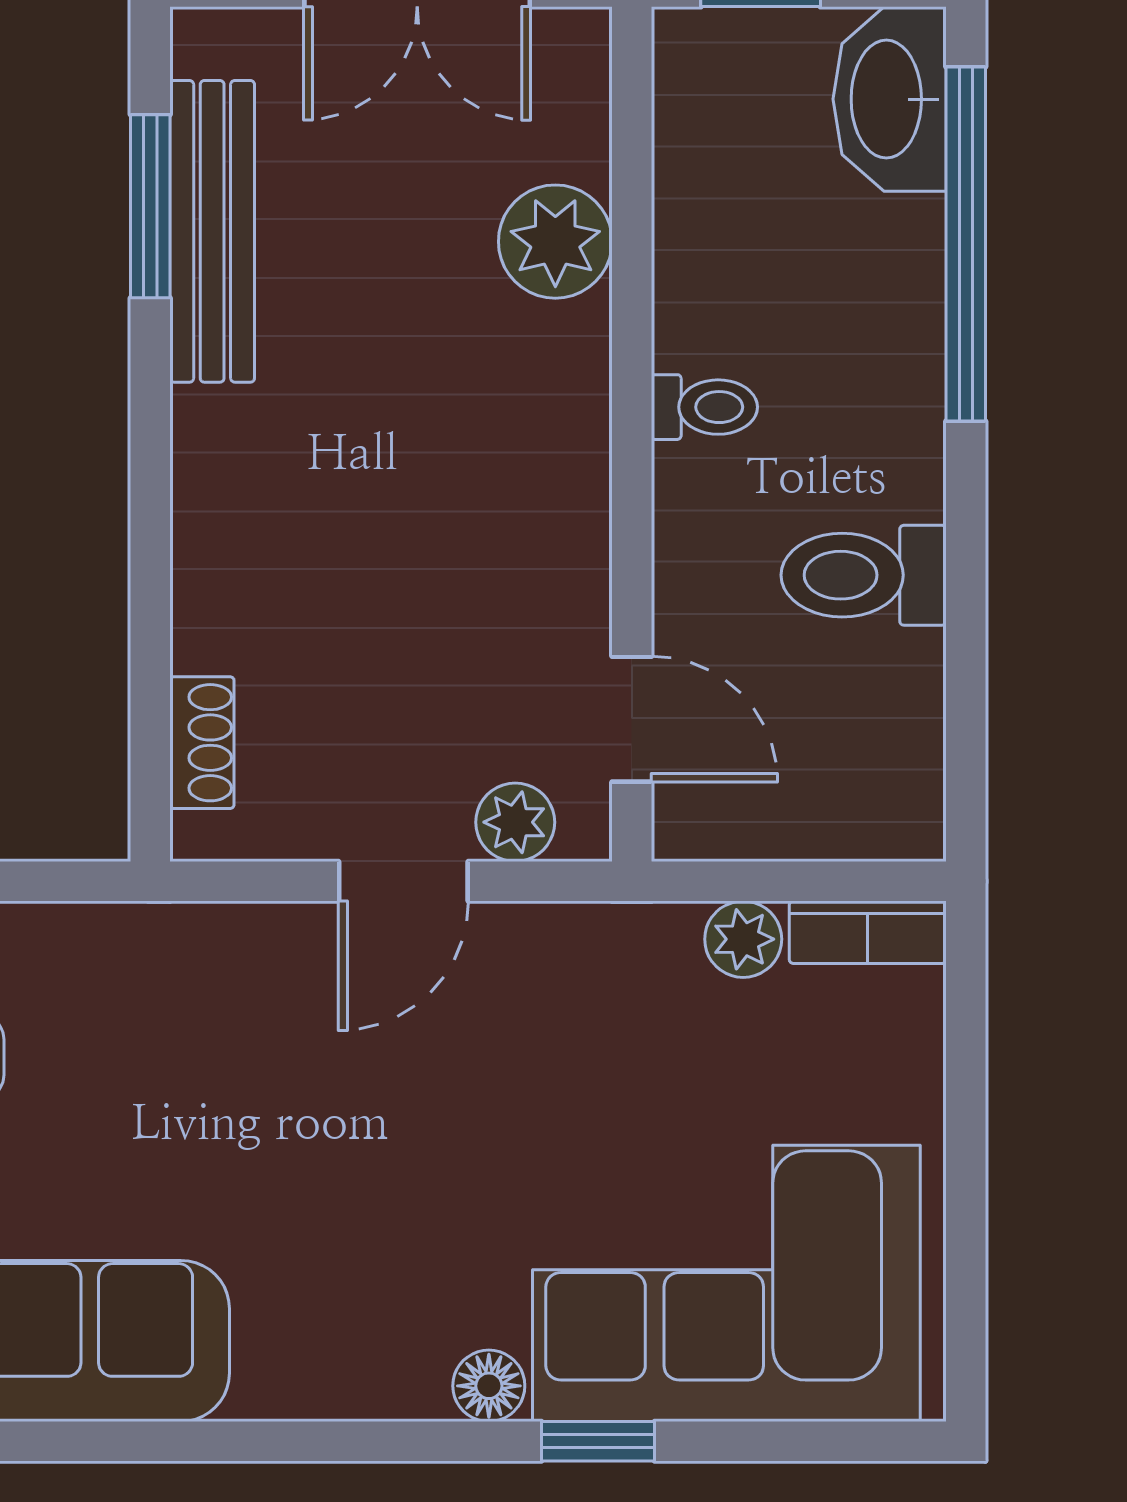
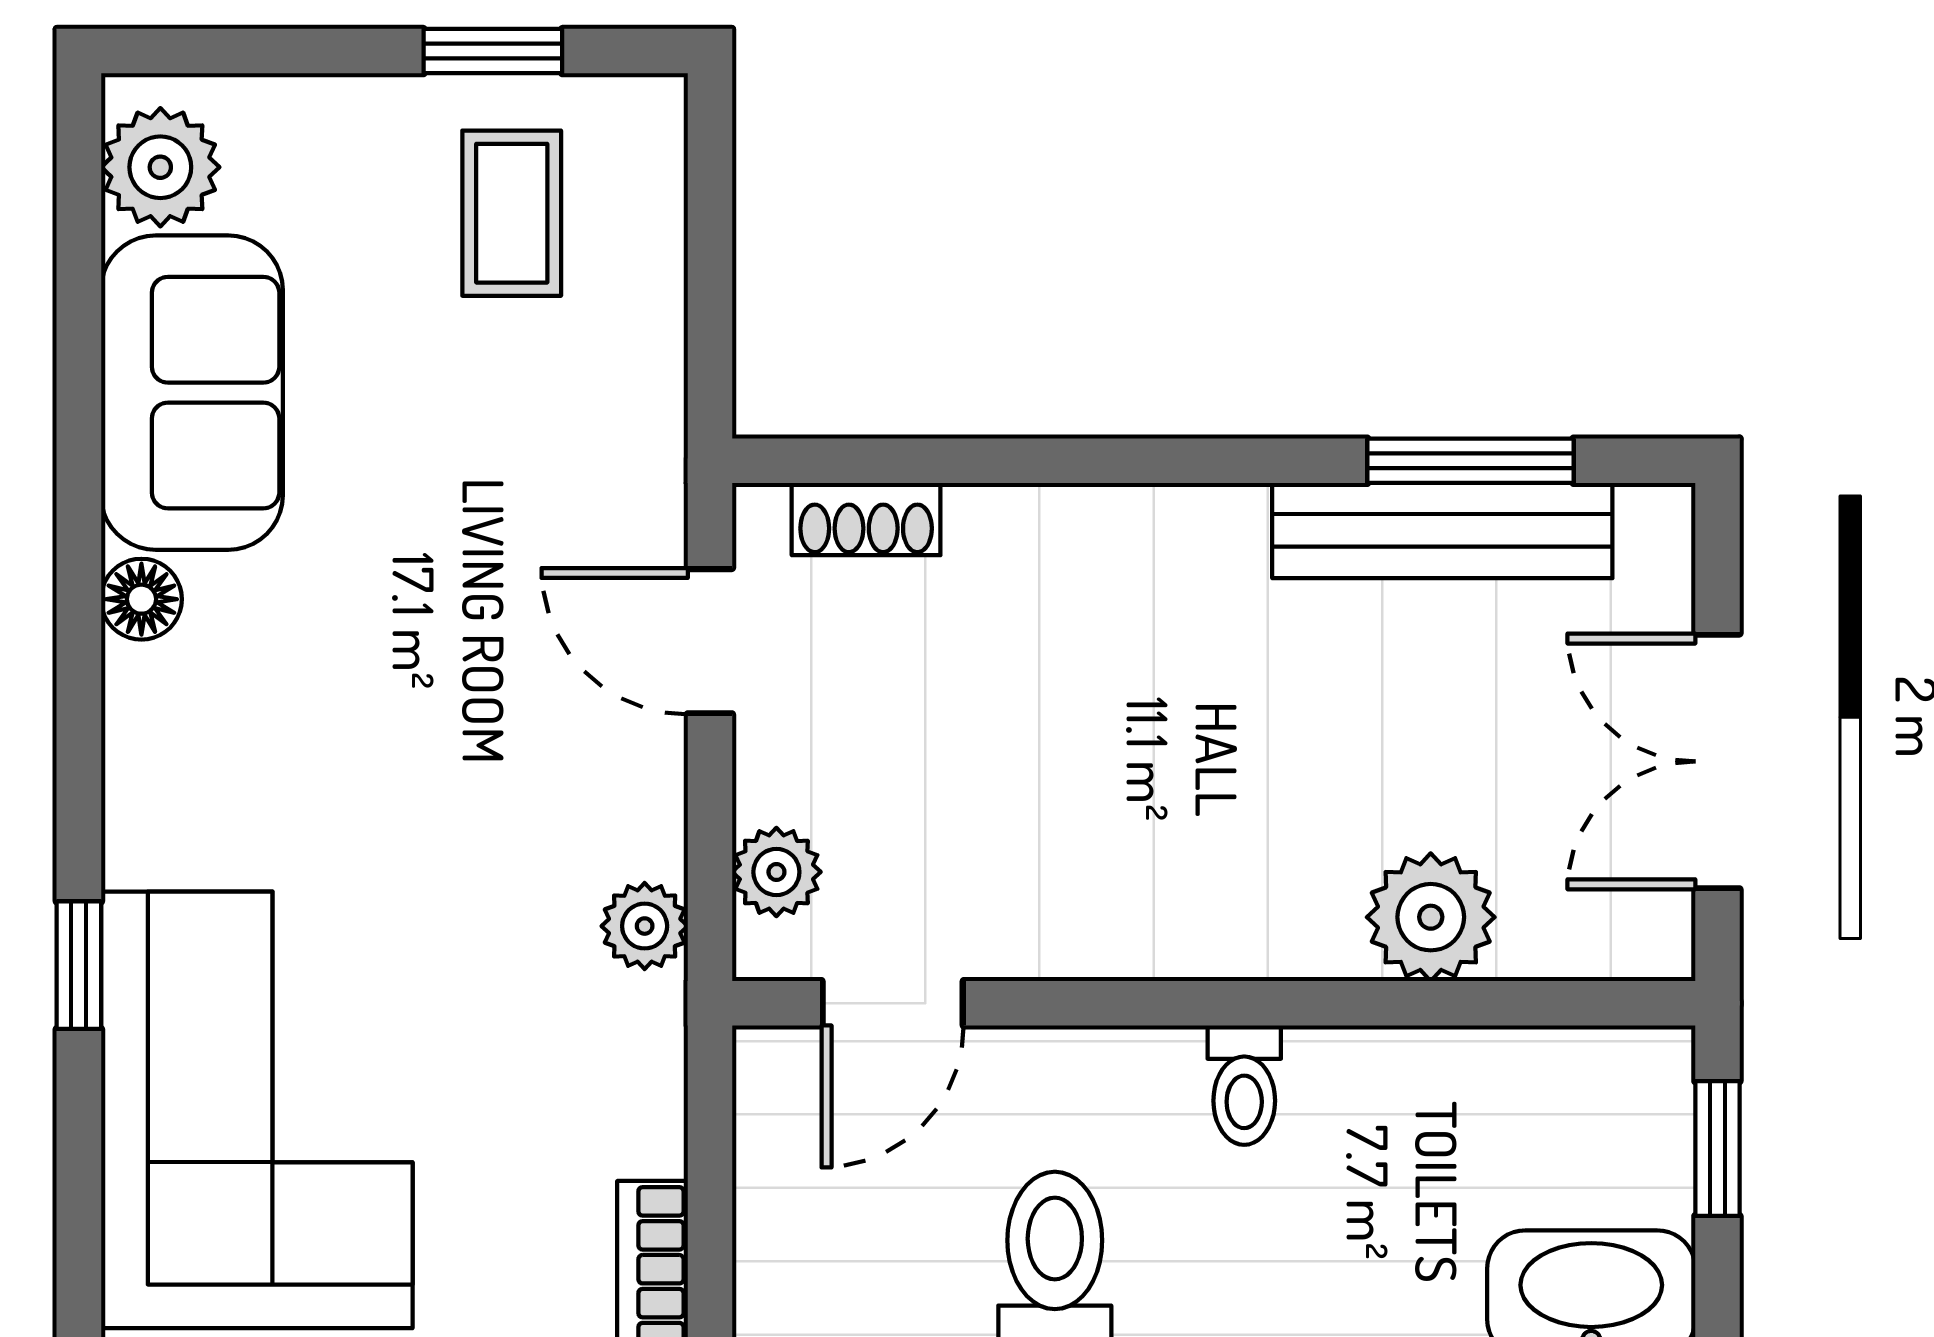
door: (403, 881) -> (710, 641), moved
plant: (743, 939) -> (645, 926), moved
floor lamp: (489, 1386) -> (141, 599), moved

